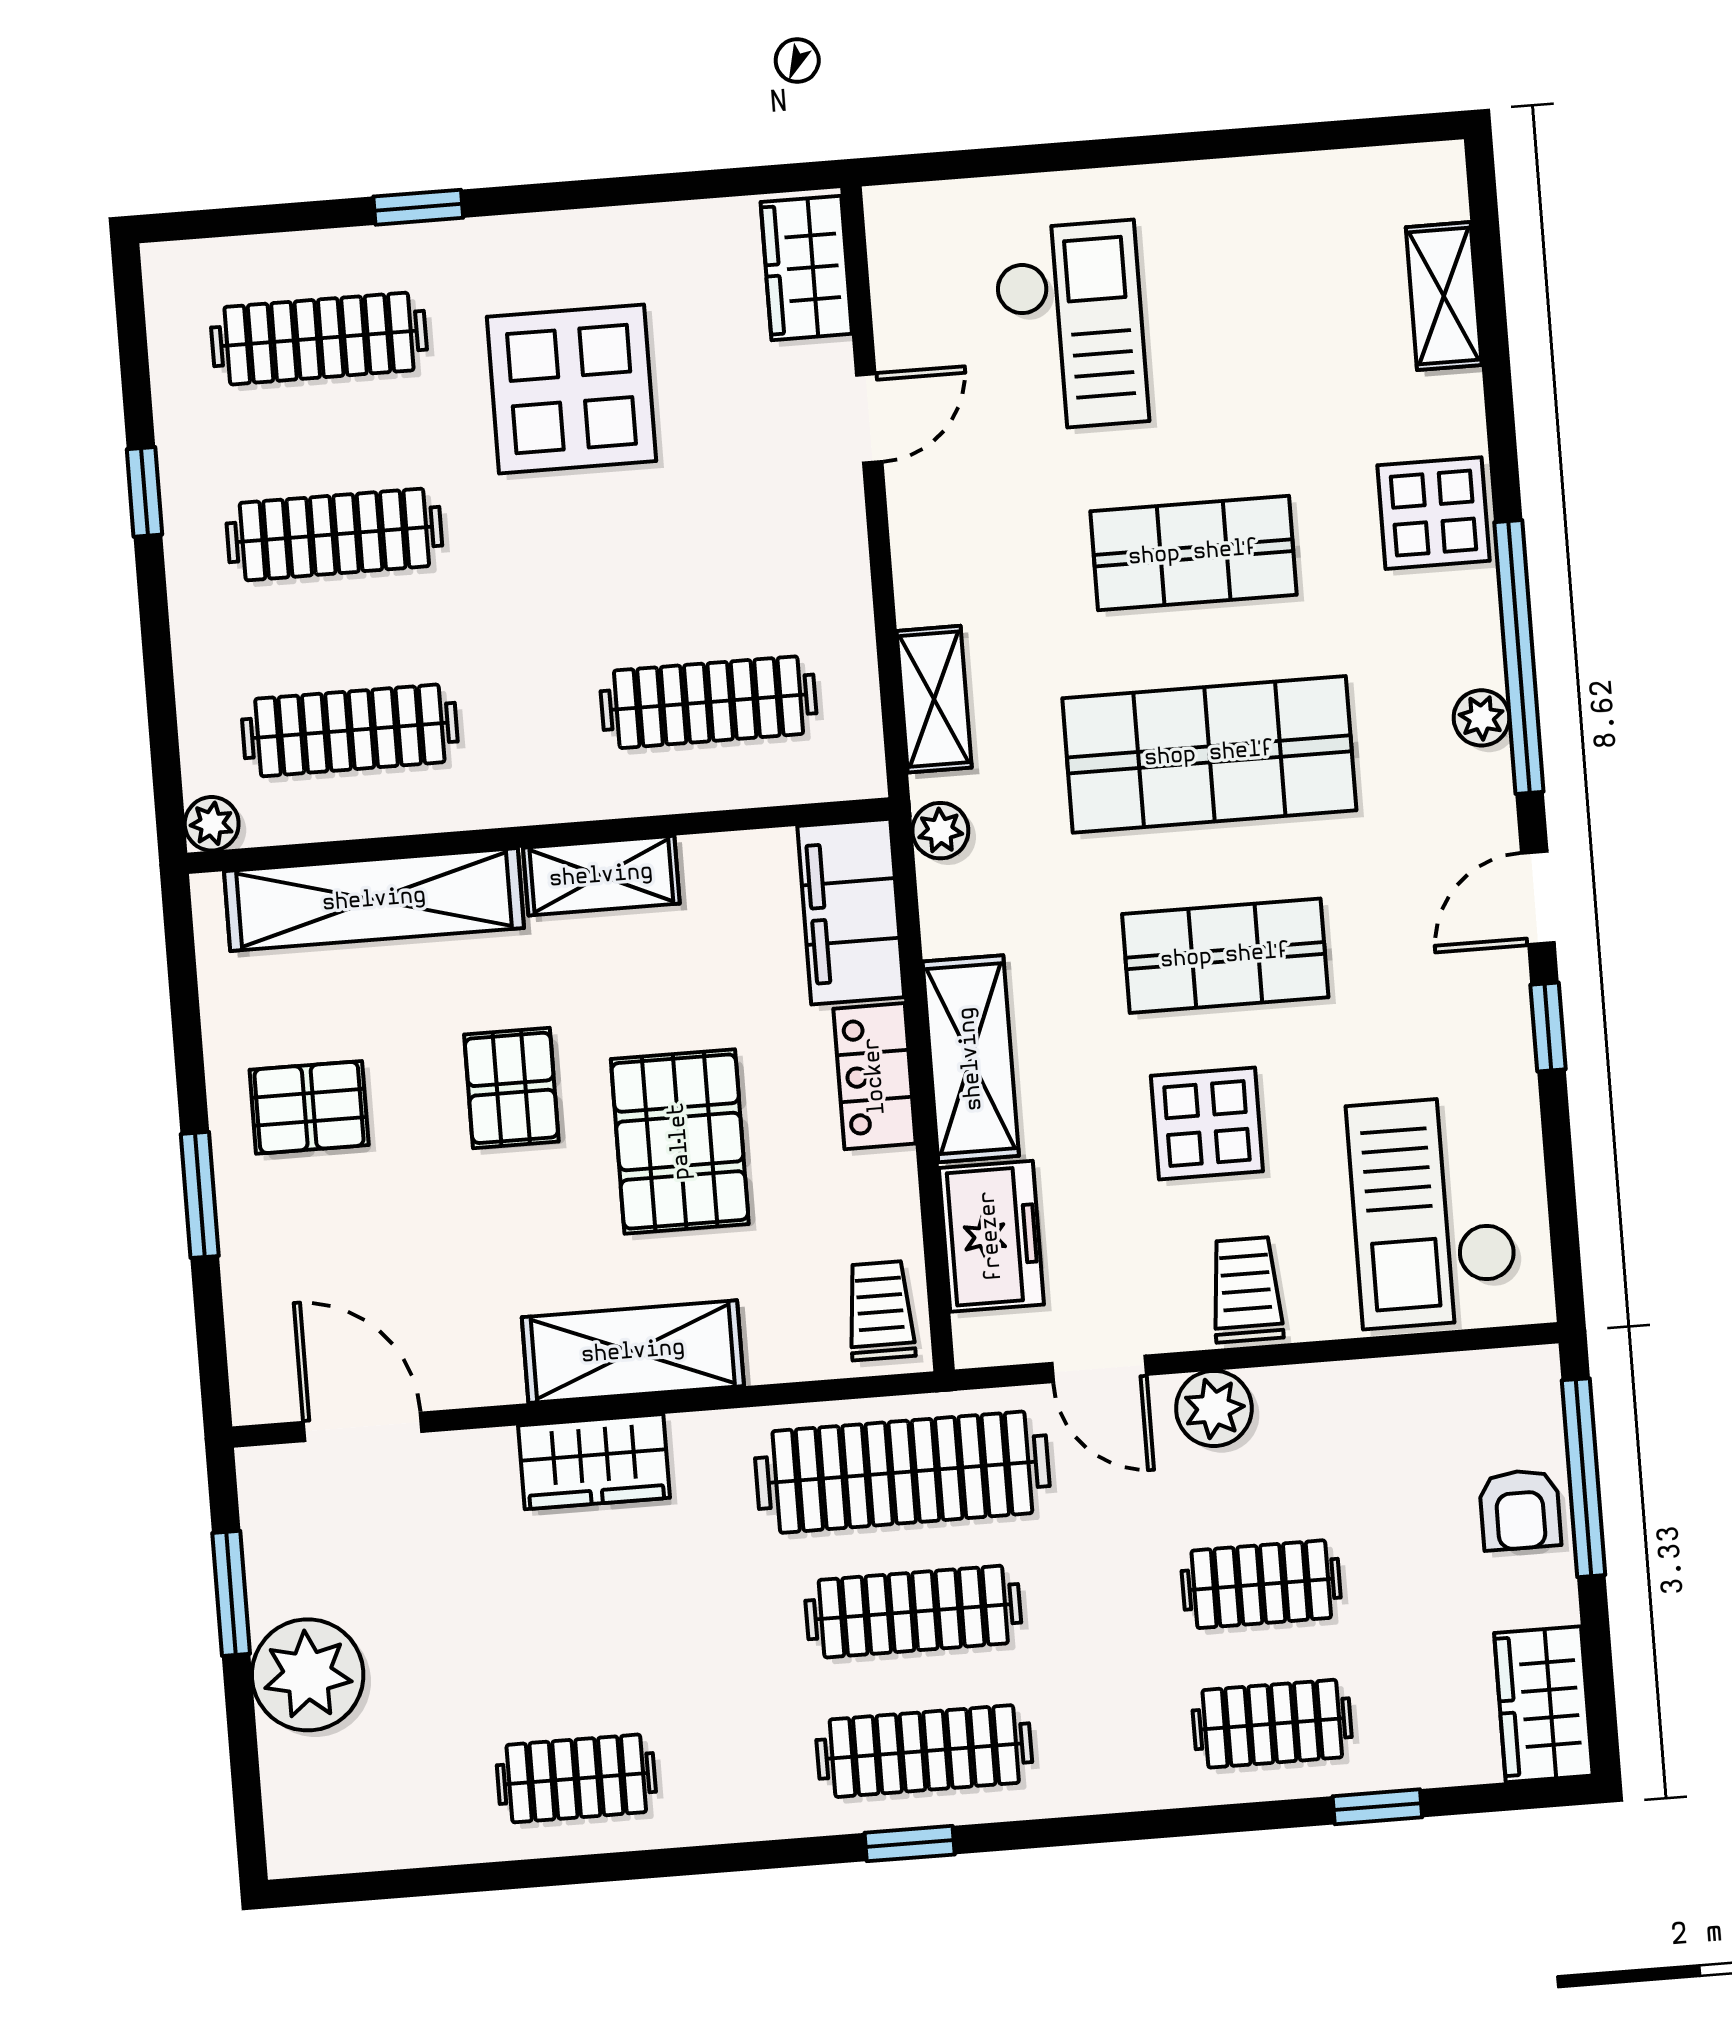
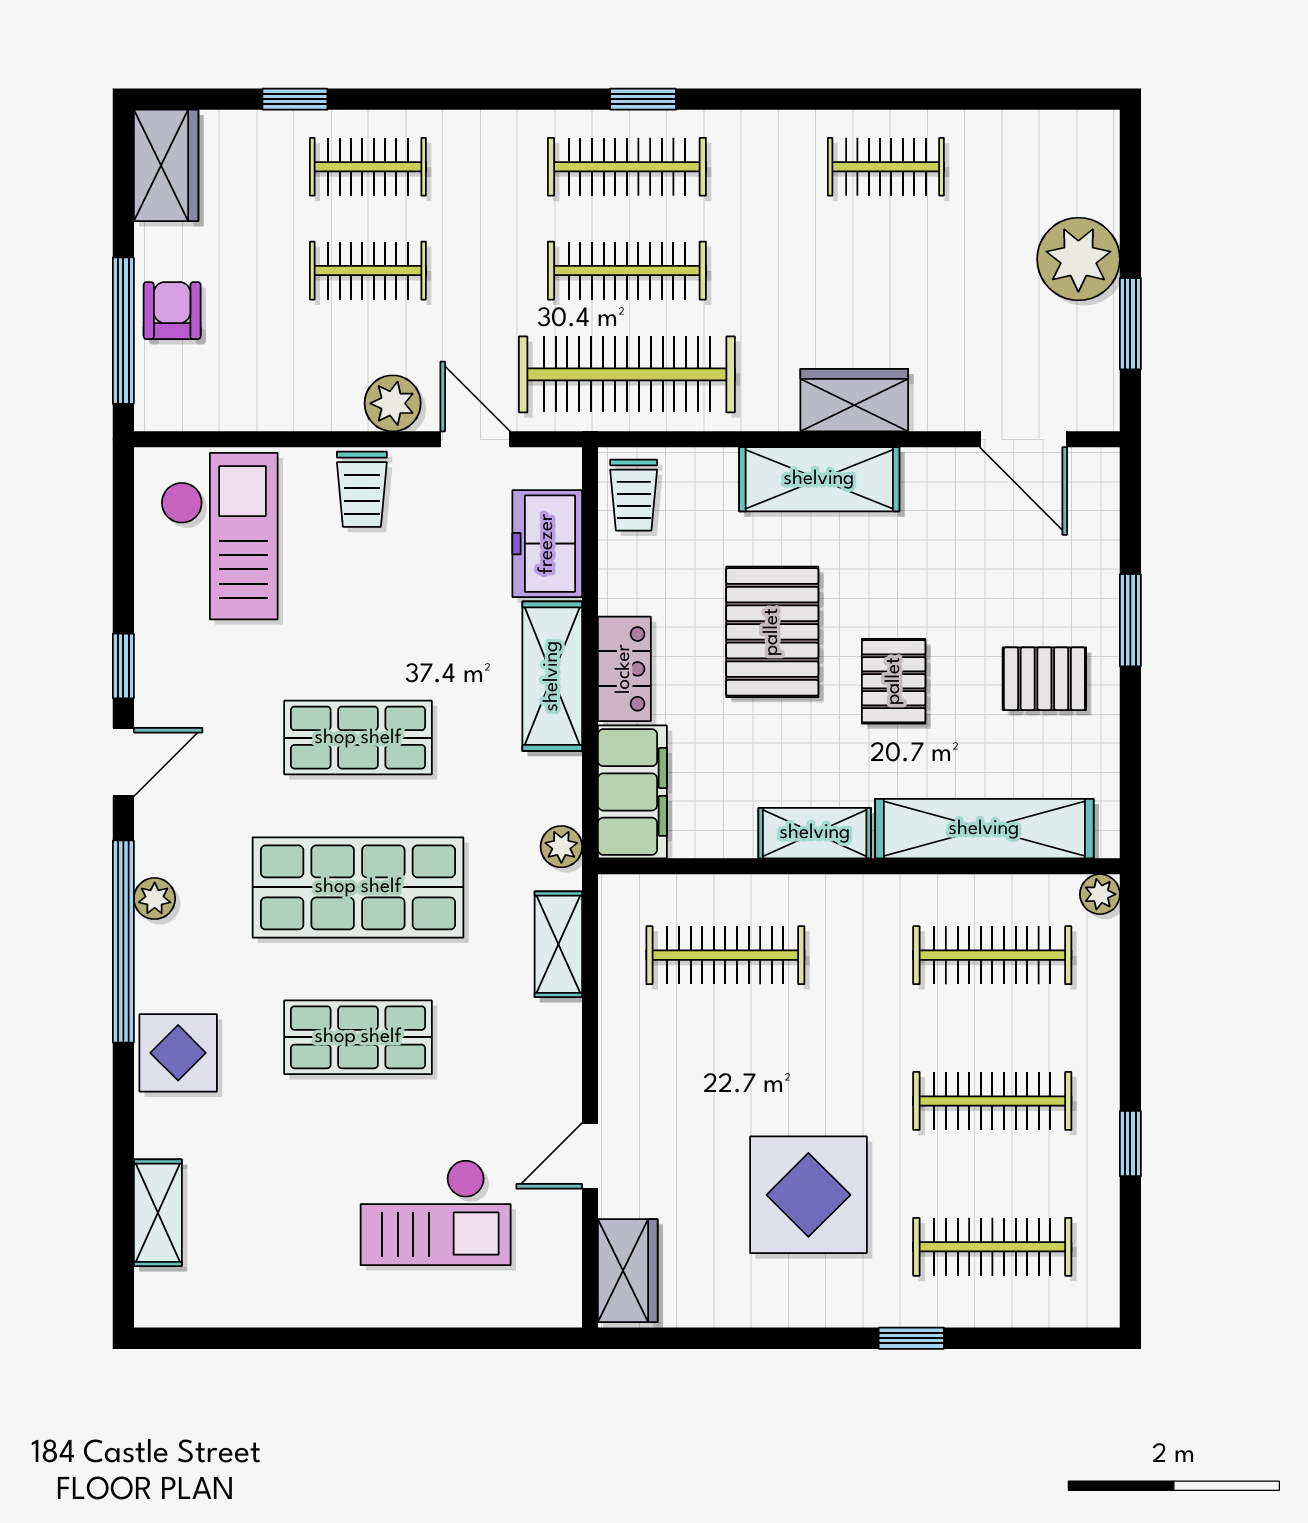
checkout: (1071, 326) -> (436, 1212), turned -90
display table: (1207, 1123) -> (381, 615), removed

